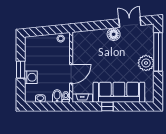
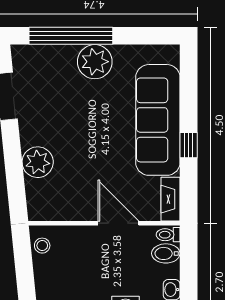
floor lamp: (114, 34) -> (33, 132), removed
plant: (99, 36) -> (38, 162), added

